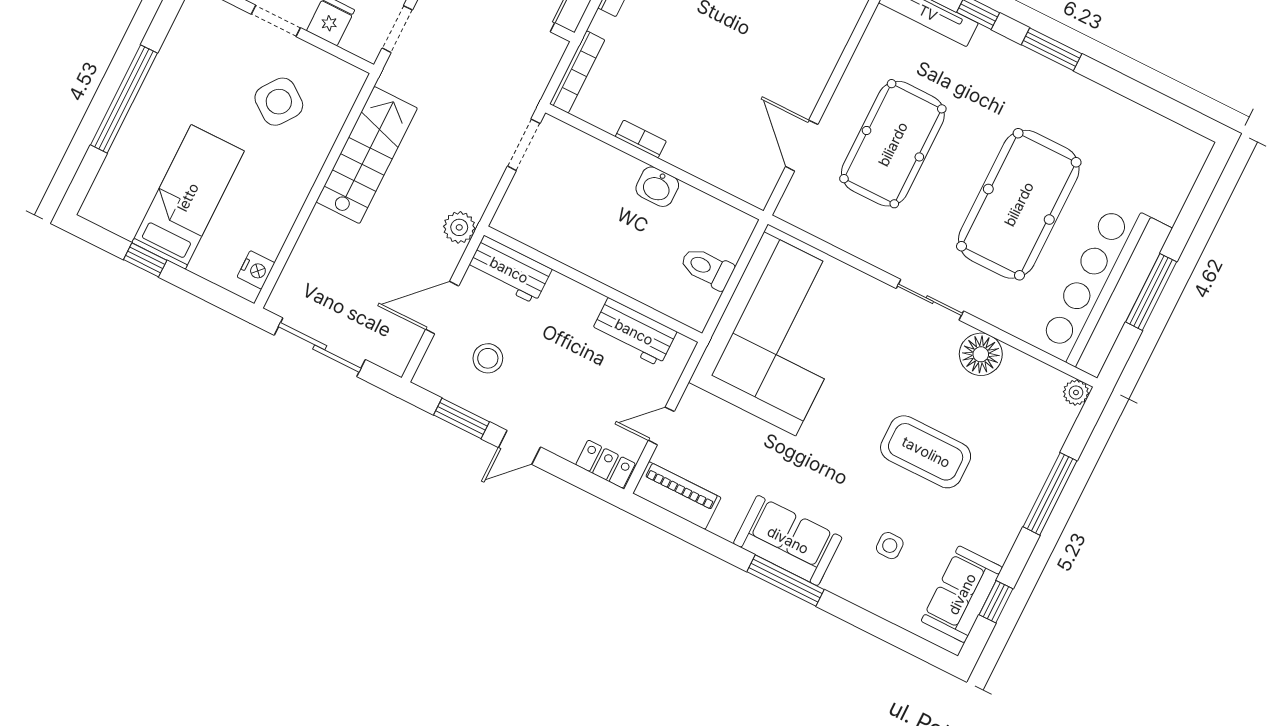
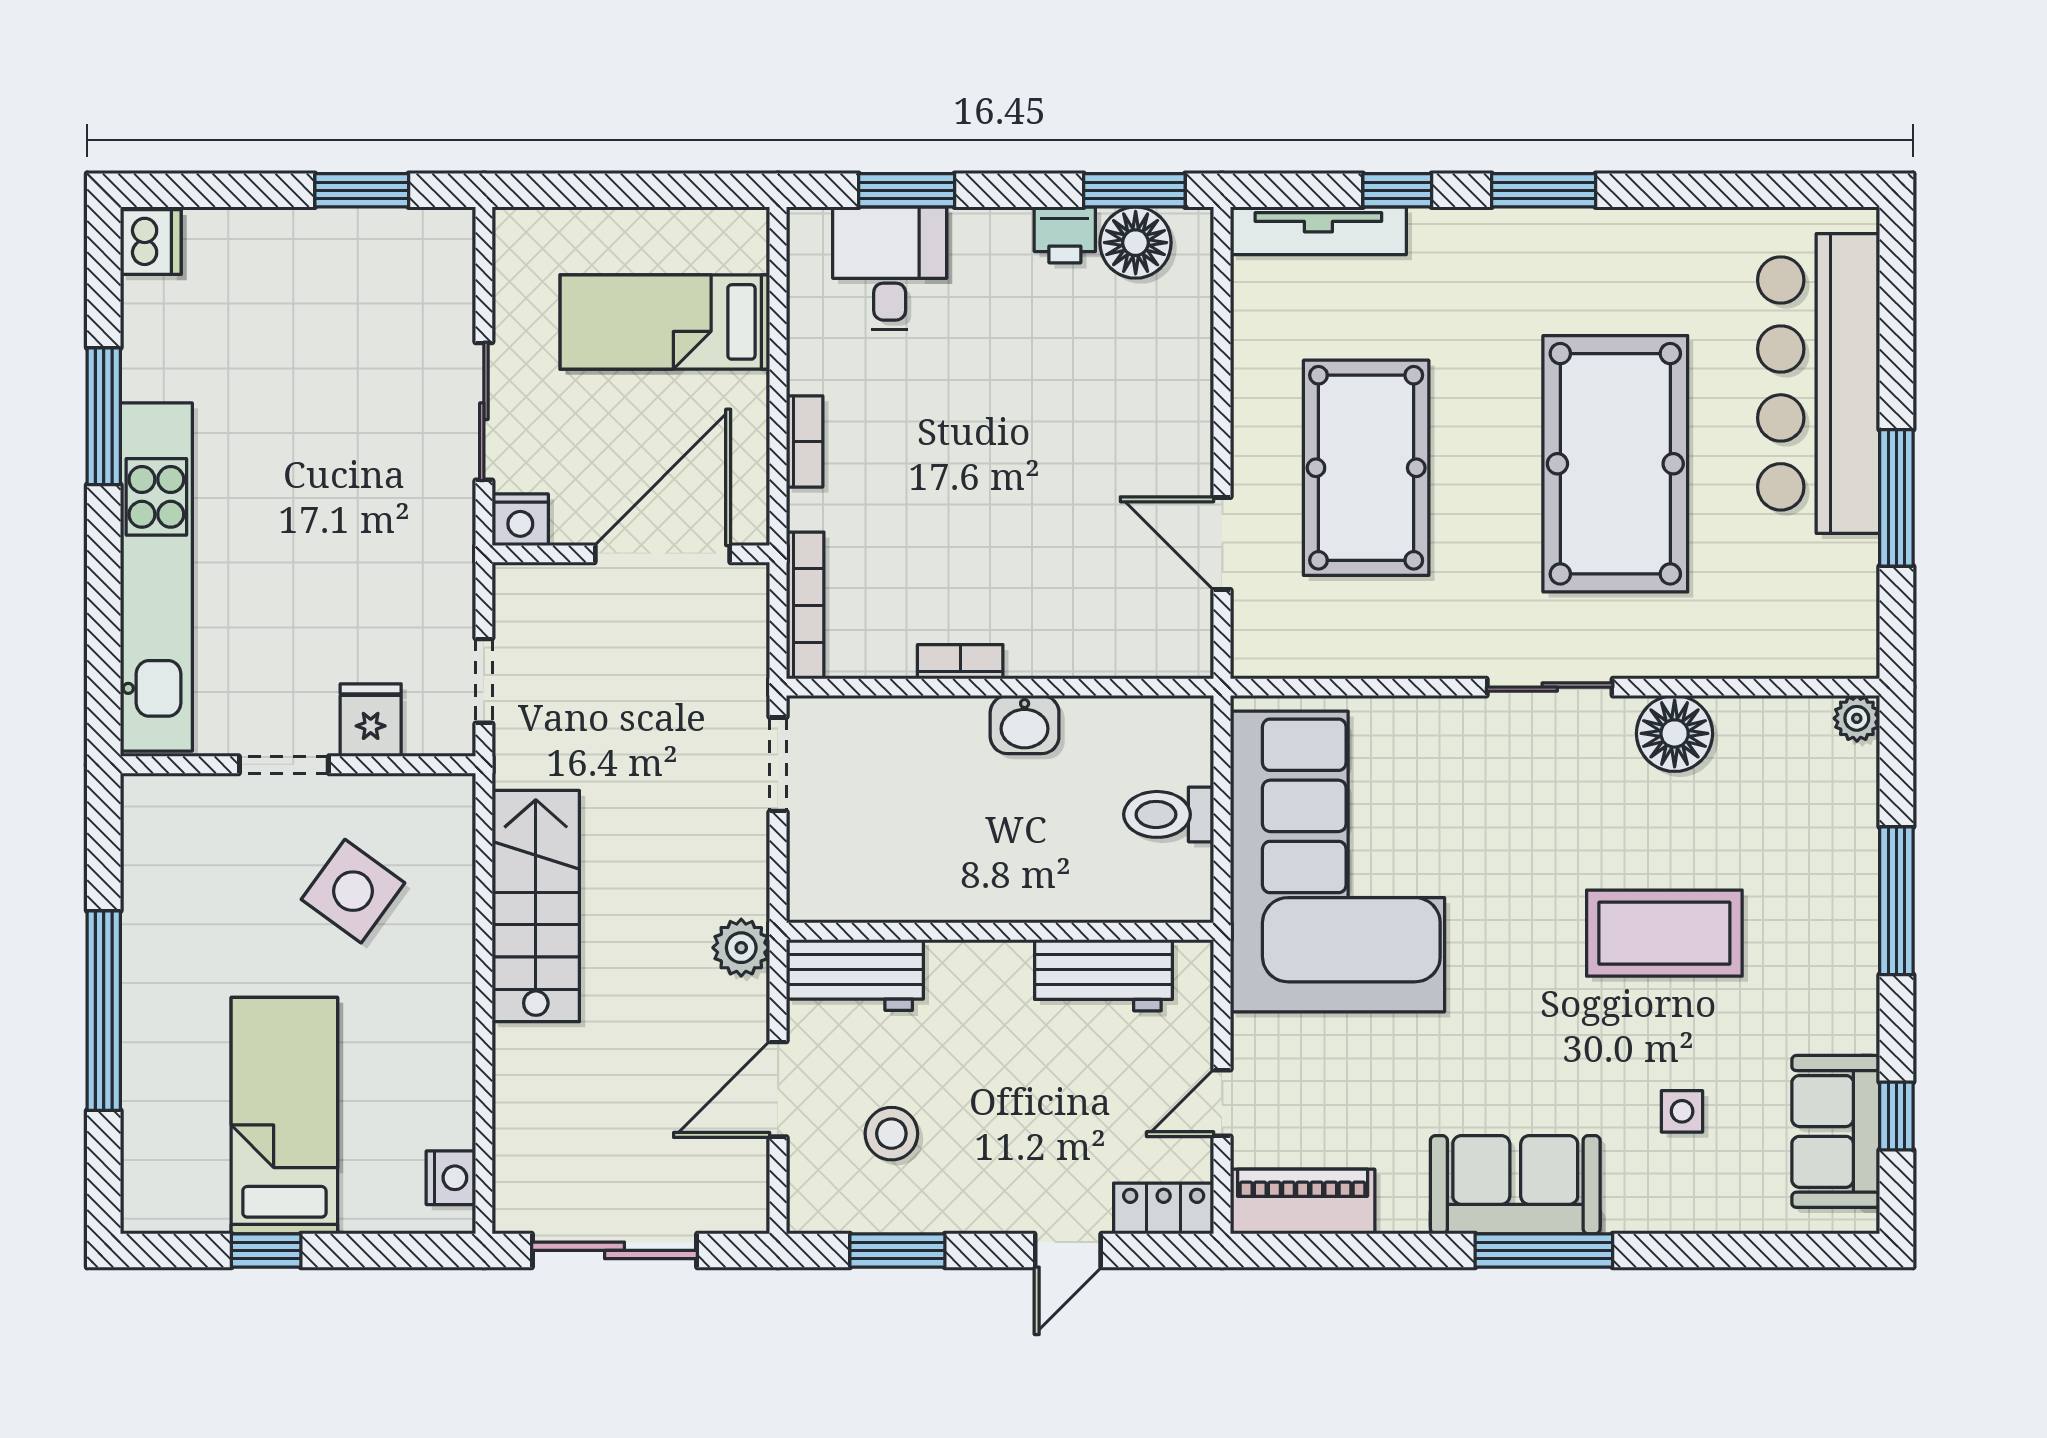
bar counter: (1104, 288) -> (1819, 383), moved
door: (519, 447) -> (1068, 1250), moved

